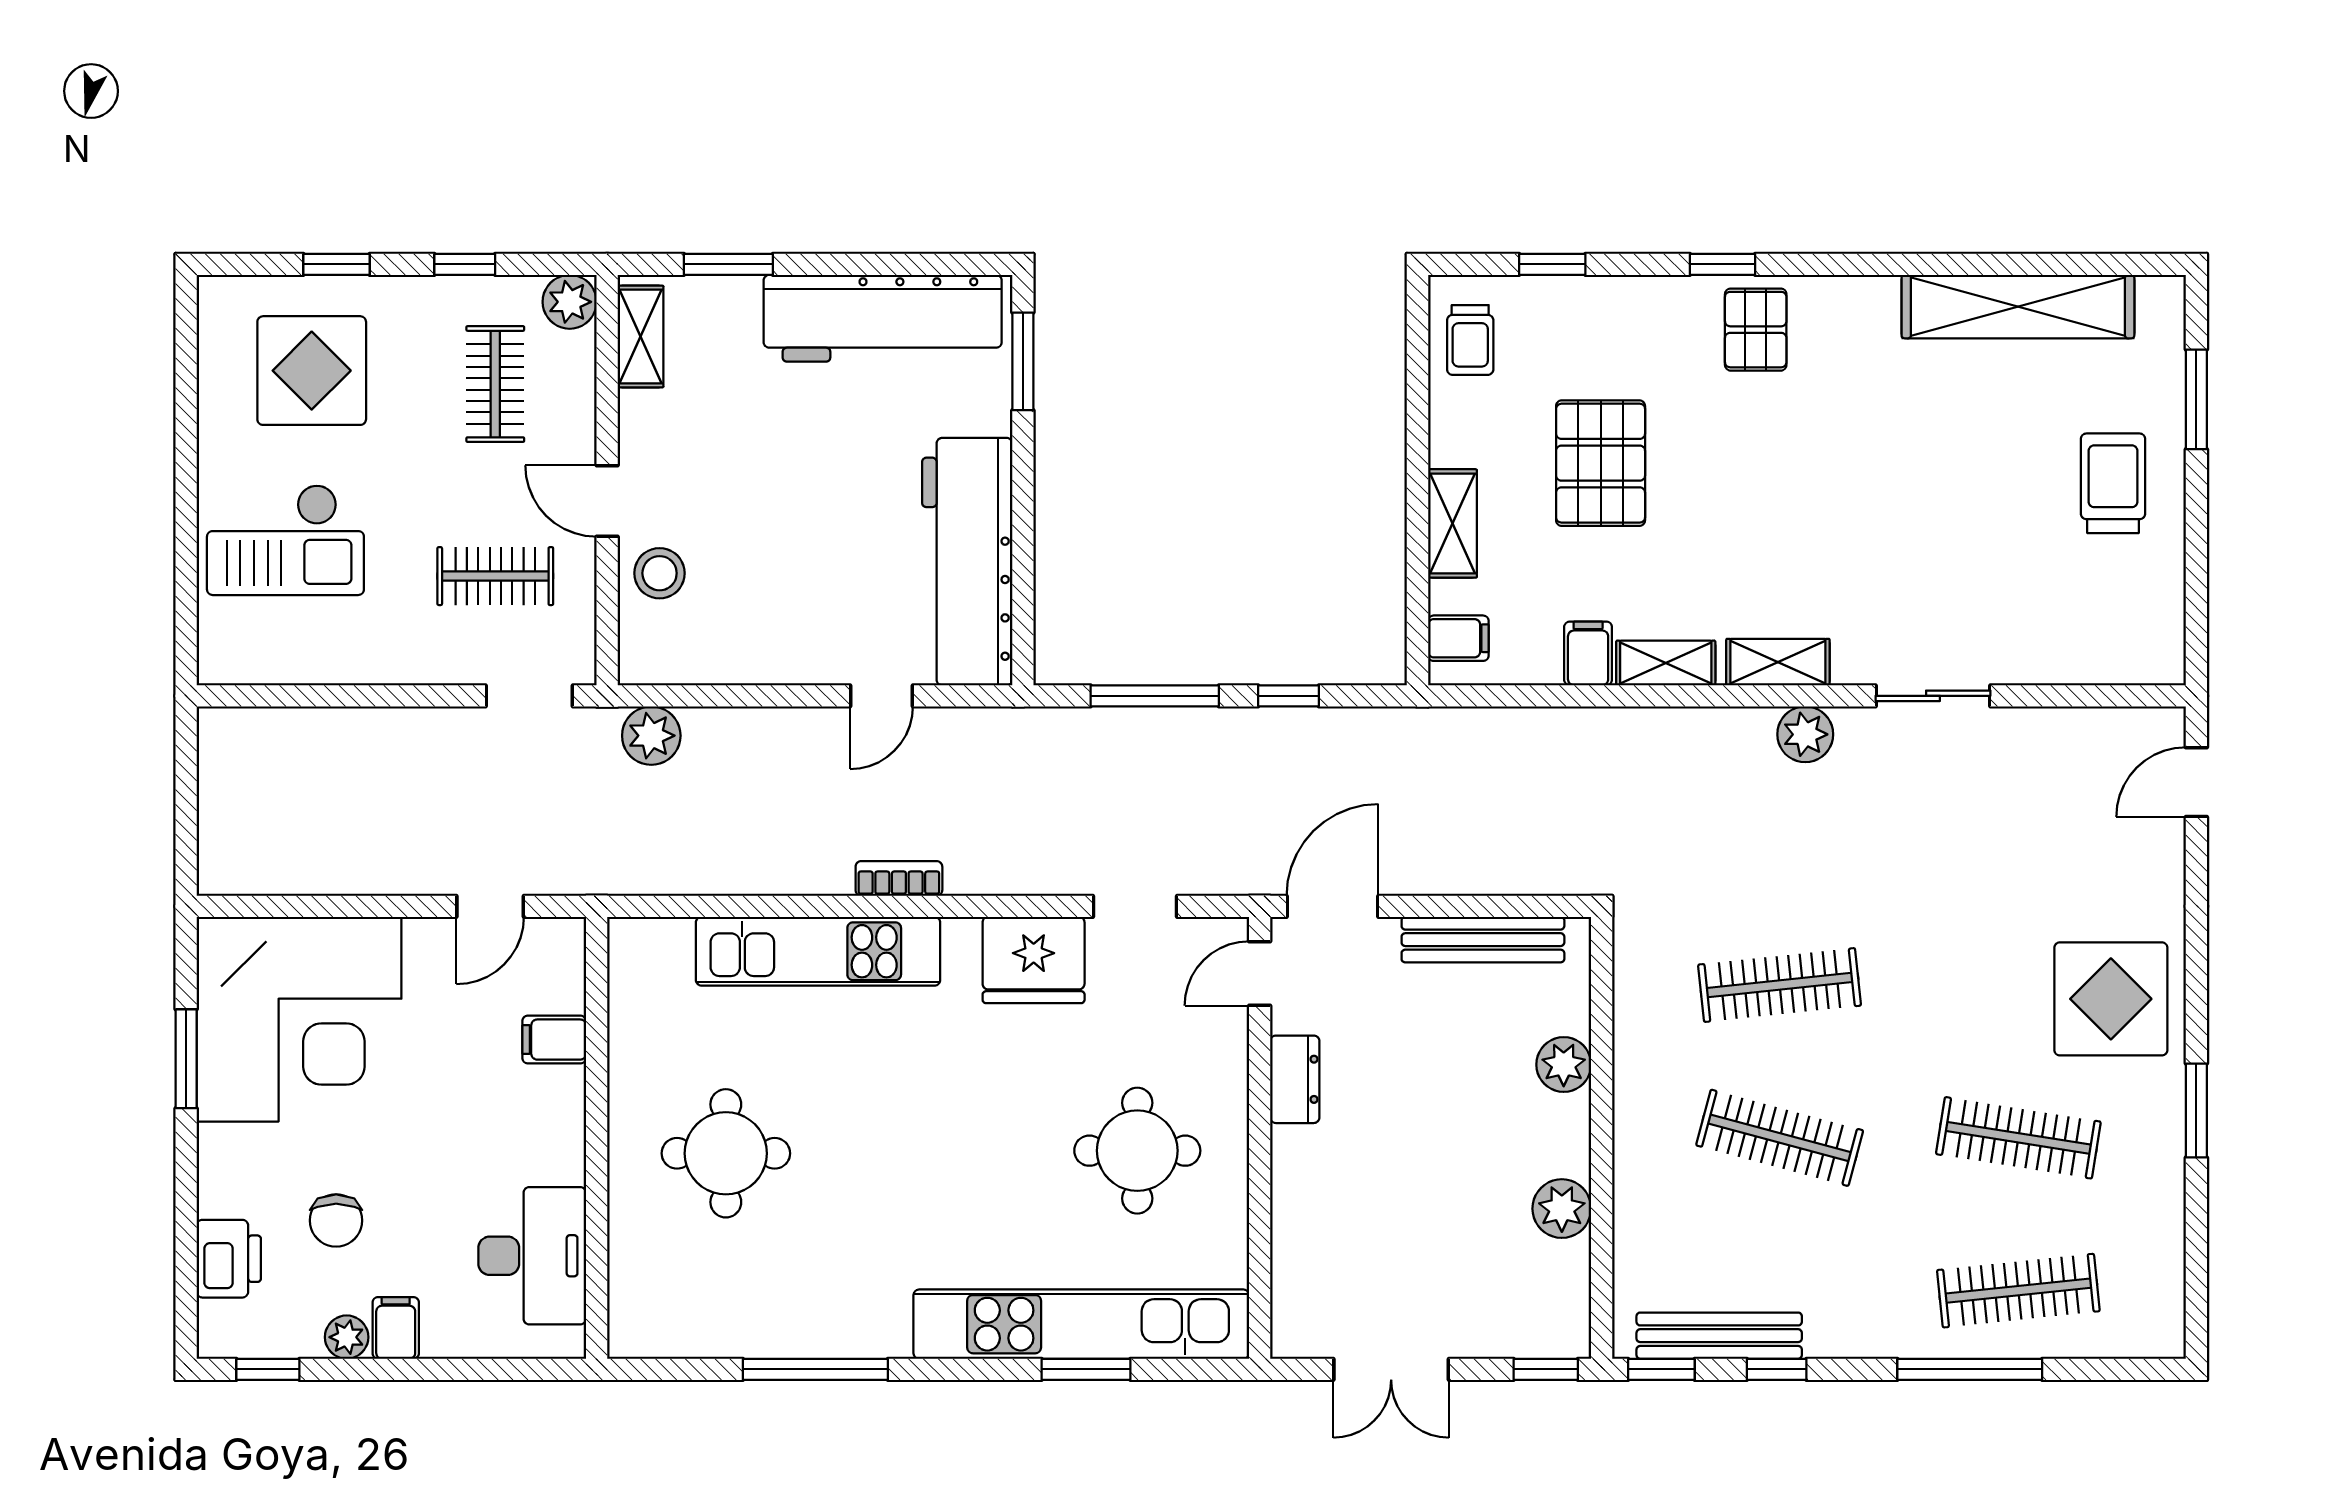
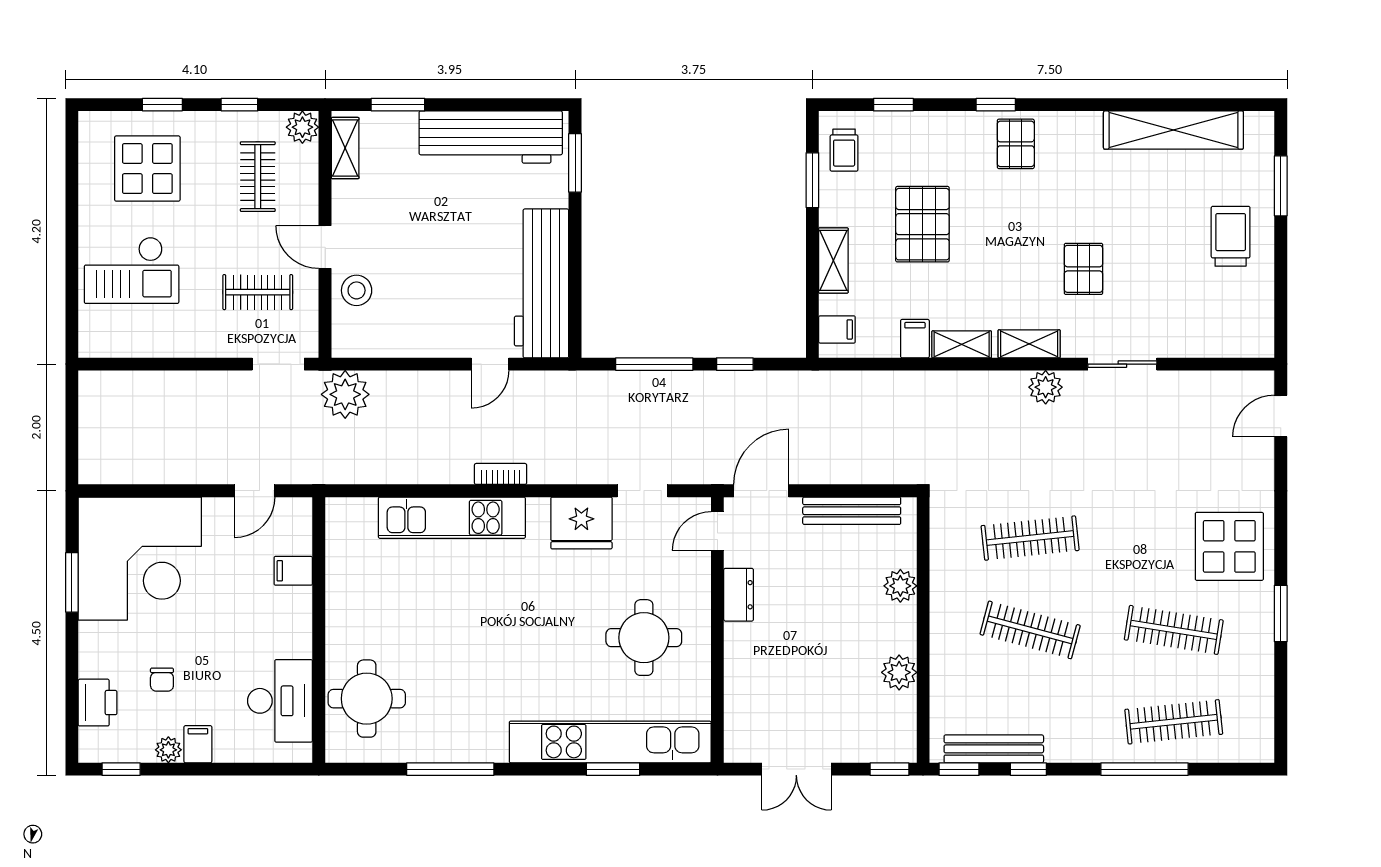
window: (1417, 390) -> (812, 180), added
pallet: (1868, 537) -> (1083, 269), added
plant: (651, 736) -> (345, 394), width x1.36, depth x1.36
round table: (726, 1153) -> (367, 699), moved
chair: (336, 1220) -> (162, 680), width x0.73, depth x0.73

